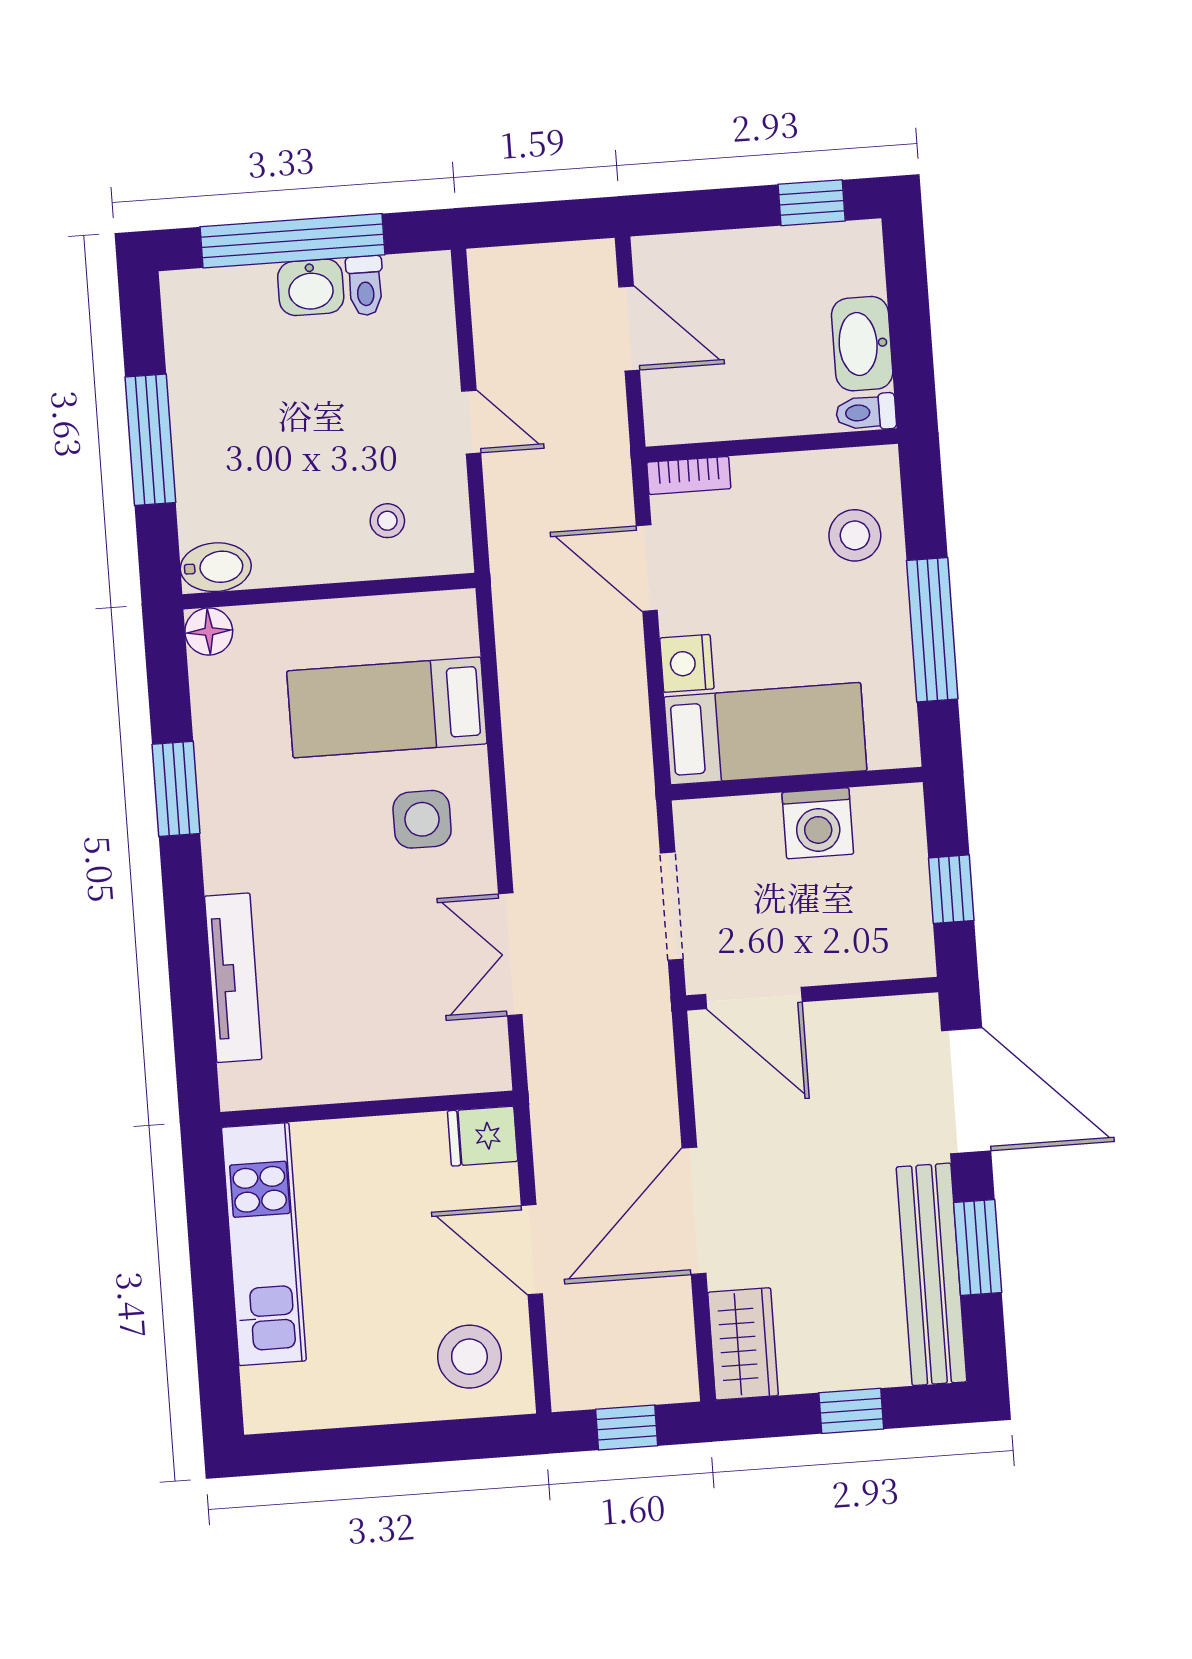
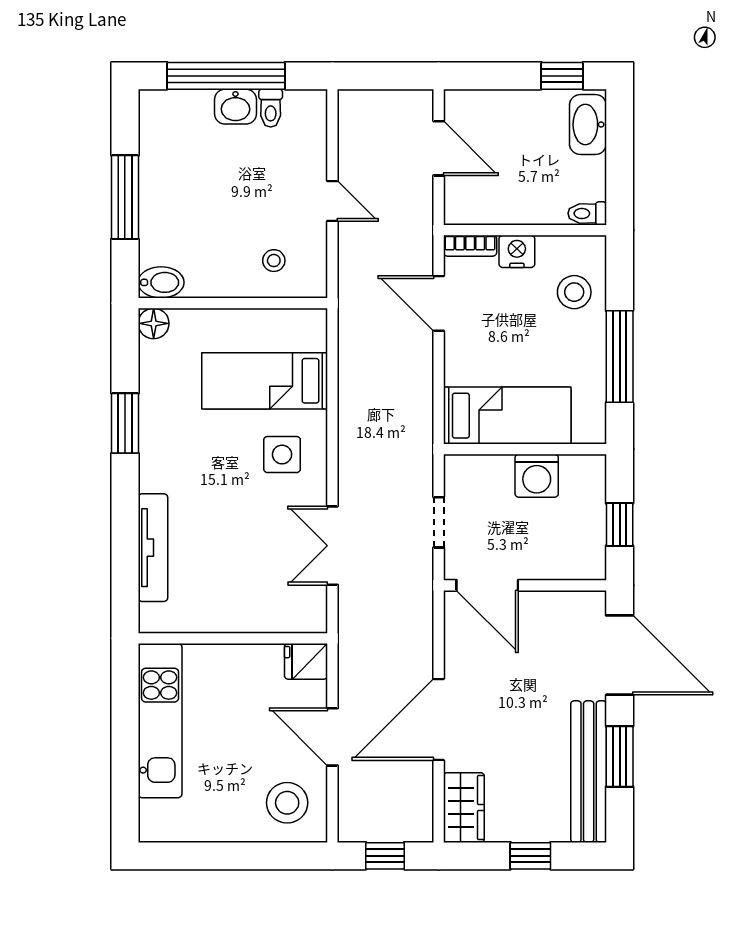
washbasin: (862, 344) -> (588, 125), moved
nightstand: (687, 663) -> (517, 251), moved, turned 90
doorway: (672, 906) -> (439, 522), width x0.73

